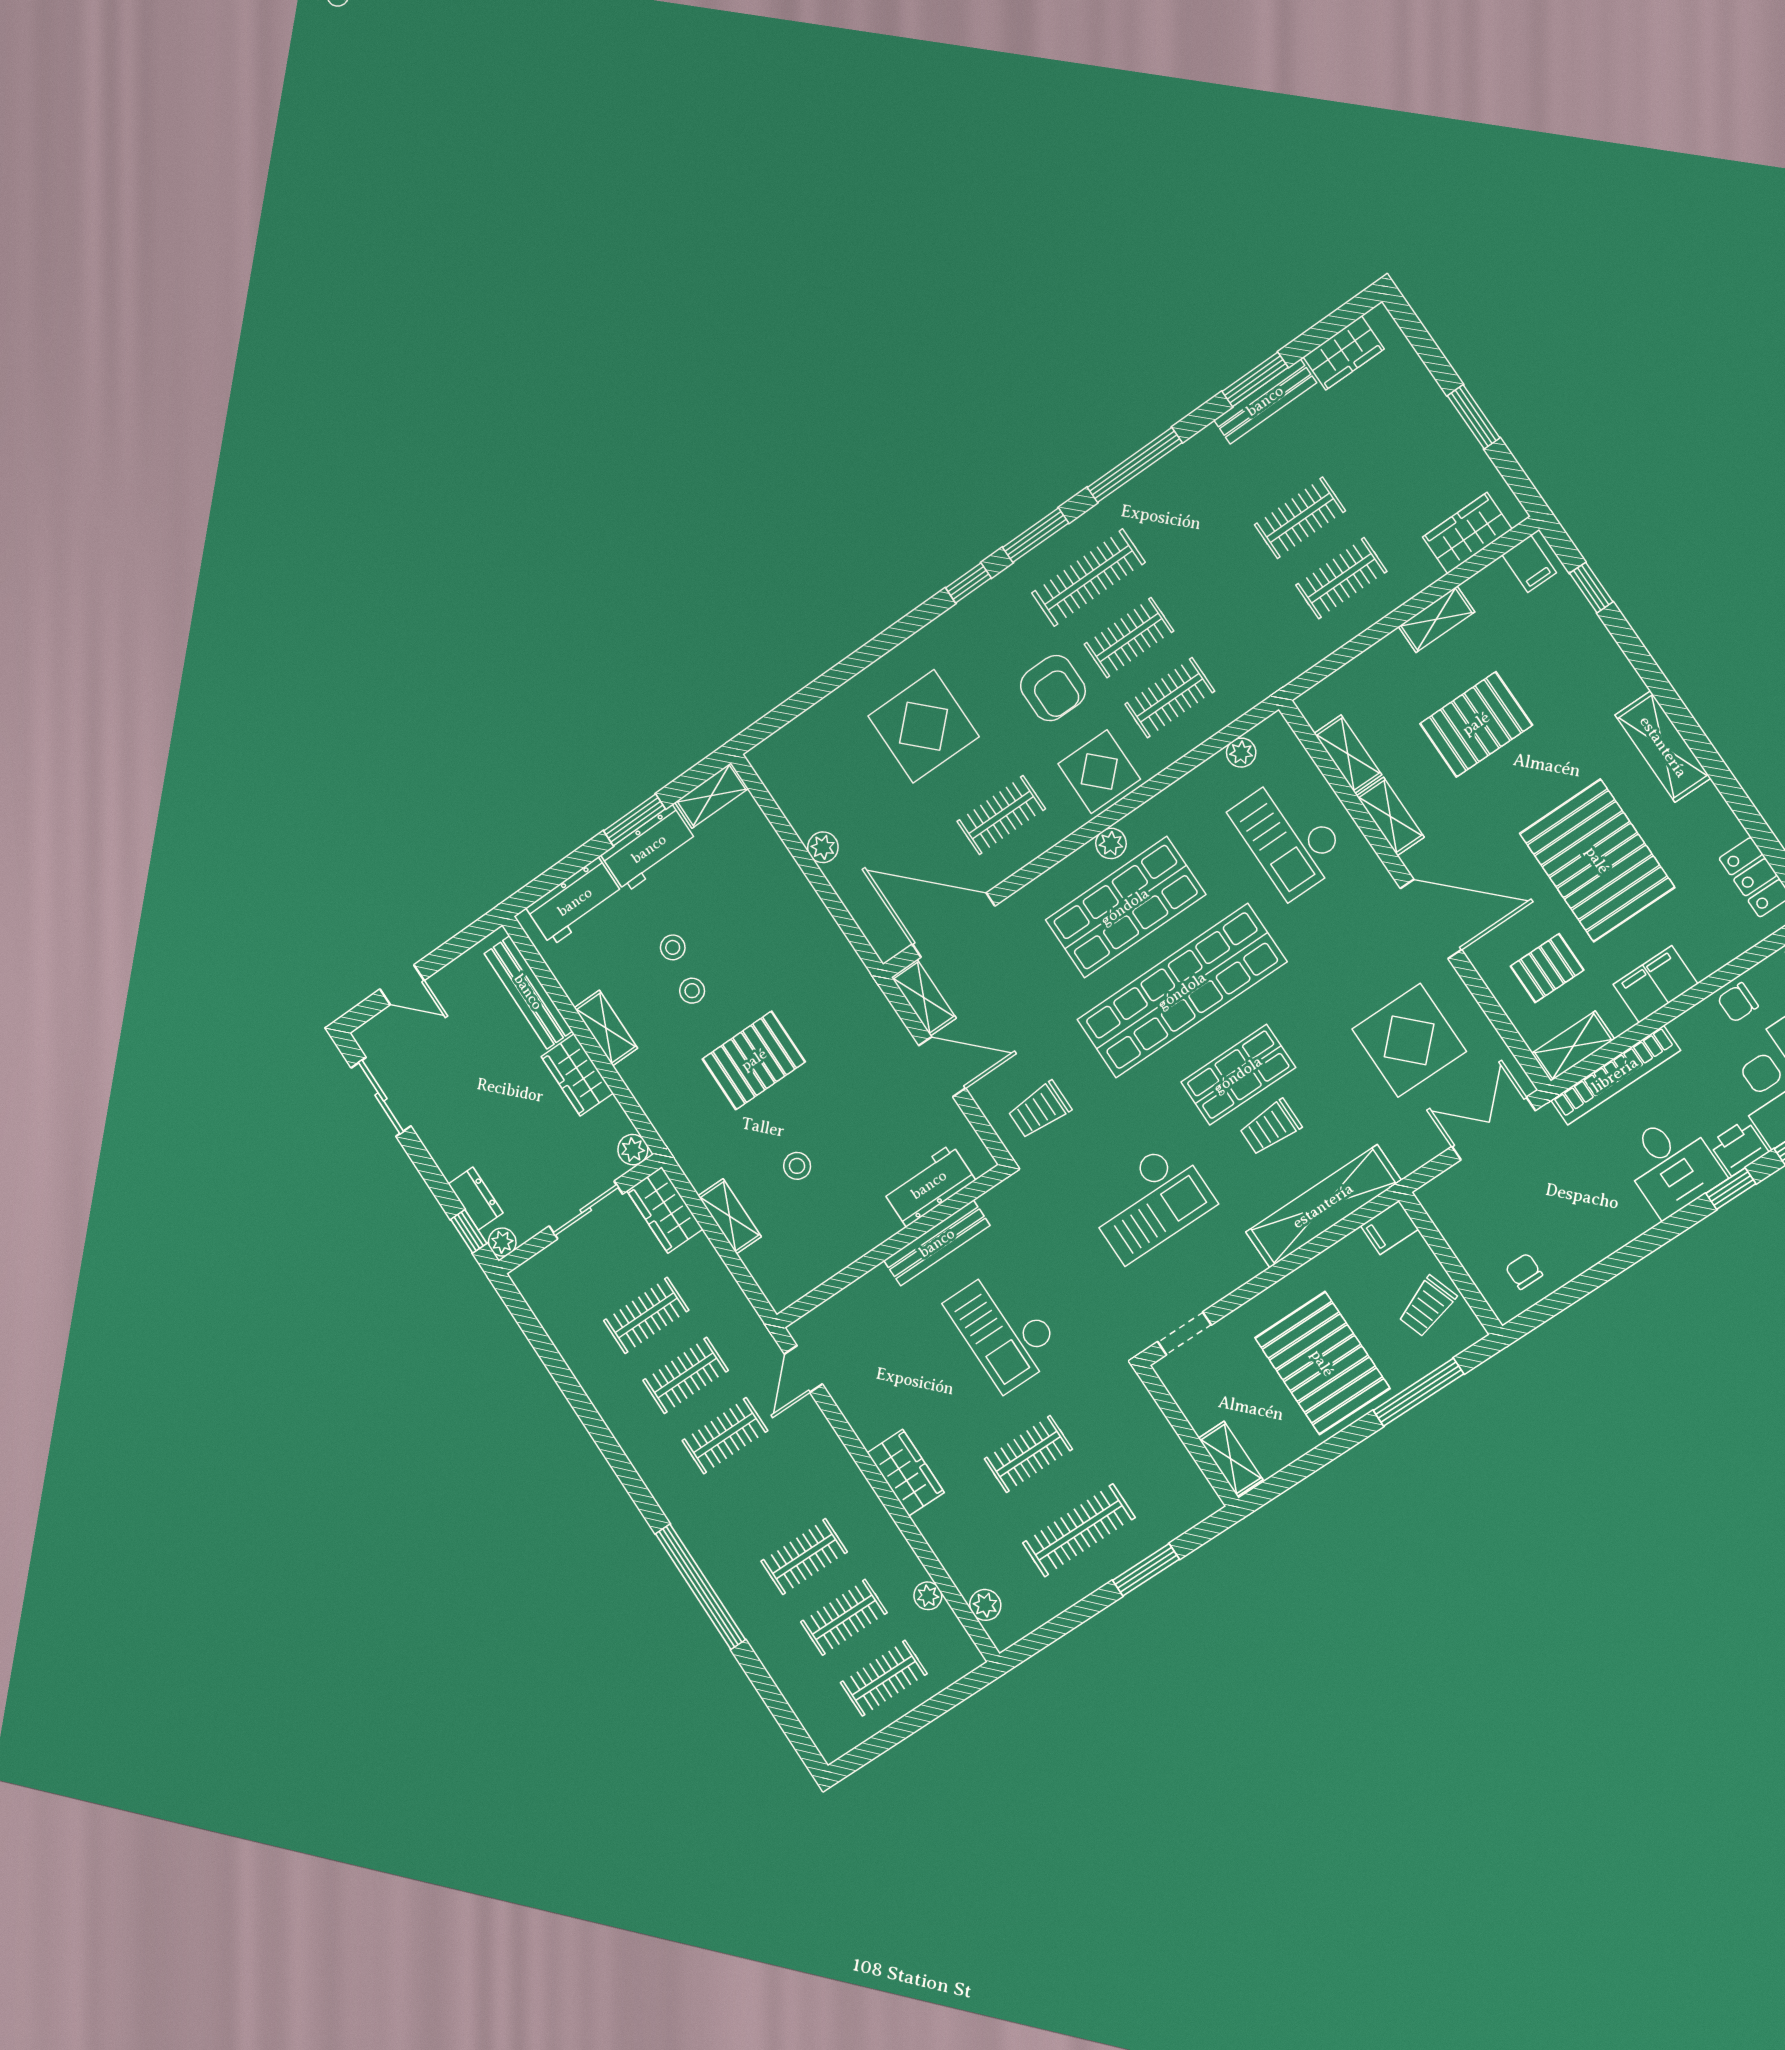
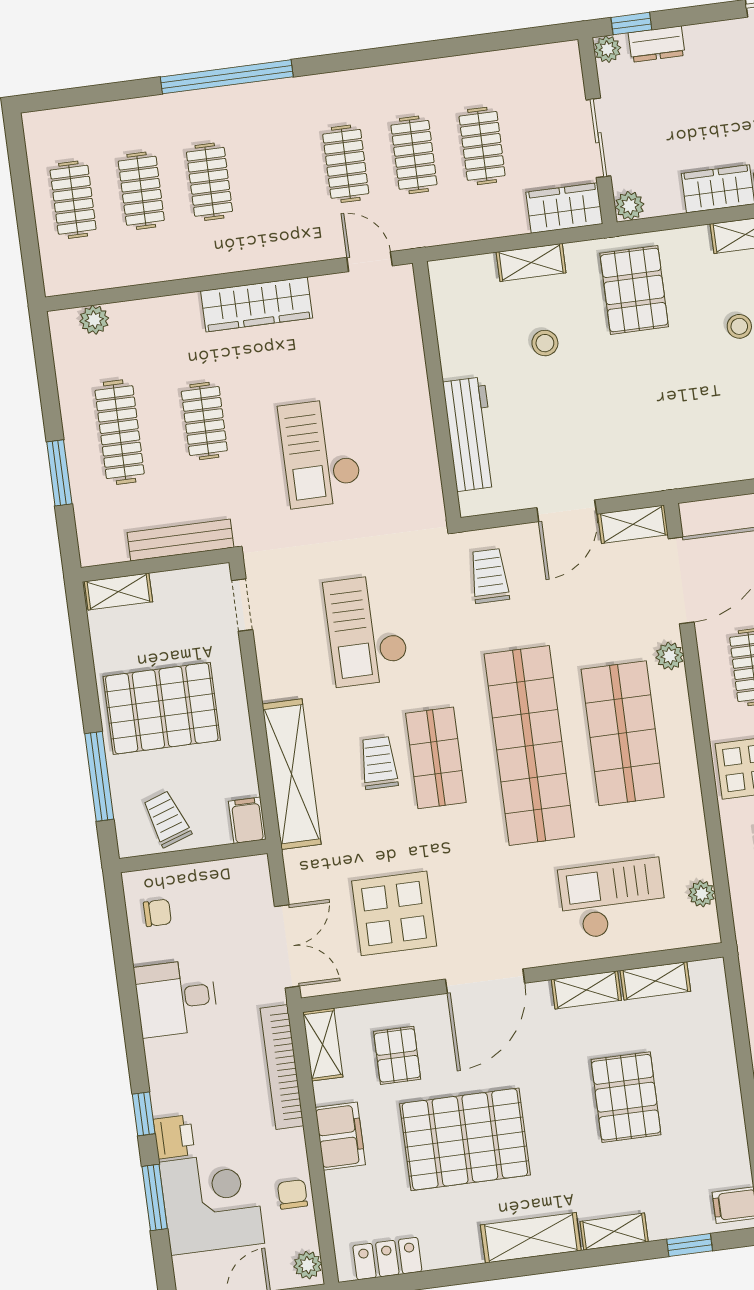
shelving: (1436, 619) -> (614, 1232), moved, turned 90
plant: (1111, 843) -> (670, 656), moved
pallet: (754, 1060) -> (634, 290), moved
desk: (1671, 1165) -> (176, 998), moved
workbench: (929, 1185) -> (470, 434), width x1.38
bench: (937, 1243) -> (181, 540), moved, turned 90
checkout: (1004, 1329) -> (320, 453), turned -90
wardrobe: (906, 1473) -> (257, 304), width x1.50
plant: (928, 1596) -> (125, 274), removed

